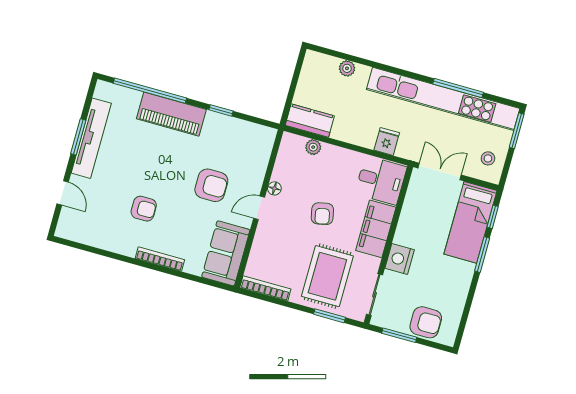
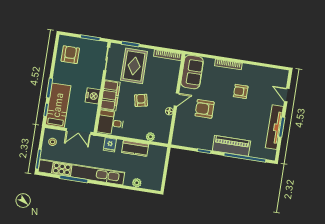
kitchen counter: (310, 121) -> (135, 148), moved
nightstand: (400, 259) -> (93, 96), moved
armchair: (426, 322) -> (70, 55), moved, turned 90

